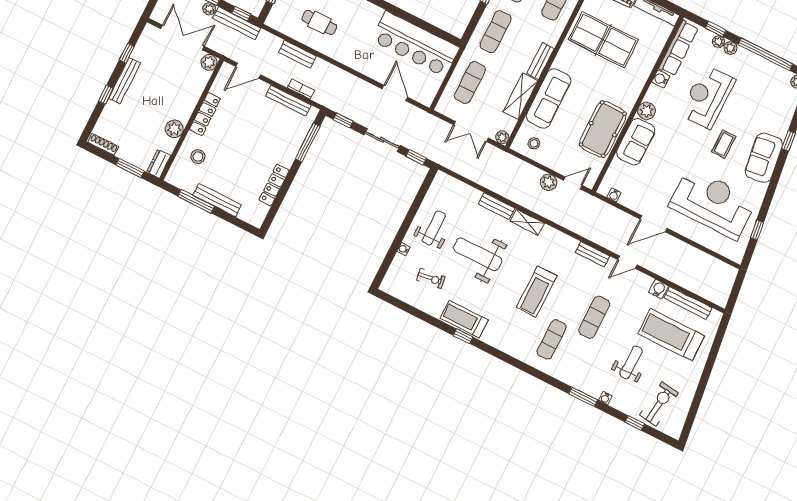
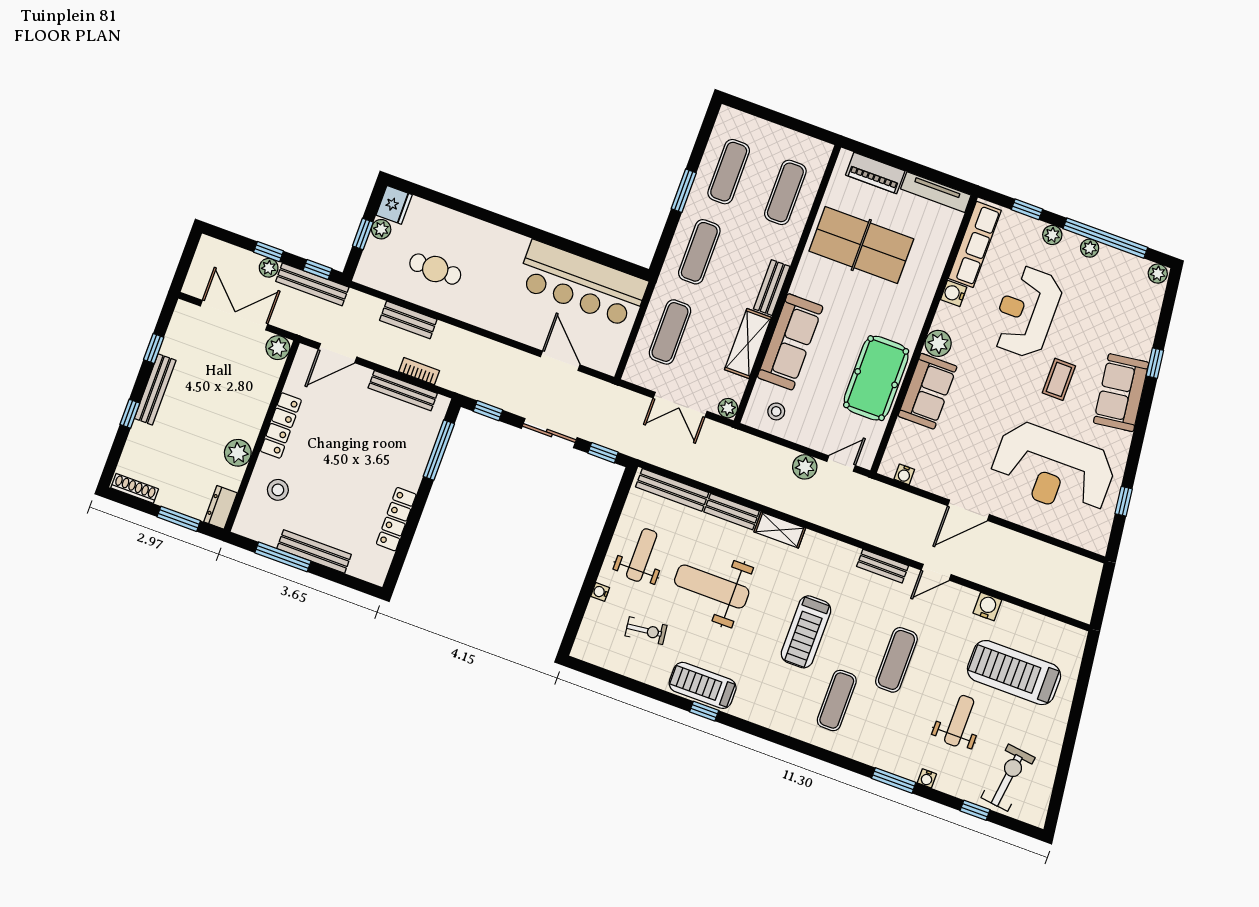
plant: (718, 42) -> (1090, 248), moved
reception desk: (713, 203) -> (1053, 469), turned 180
bench: (688, 303) -> (672, 490), moved

